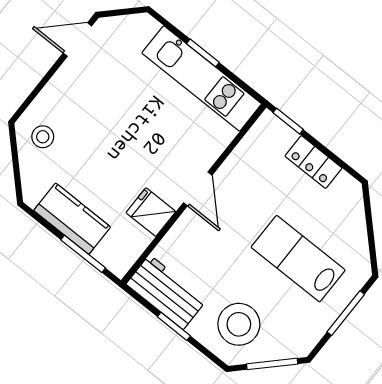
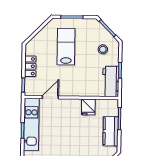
door: (198, 189) -> (50, 97), moved
lab bench: (298, 259) -> (66, 47), turned 180
stool: (239, 324) -> (103, 49), width x0.53, depth x0.53

